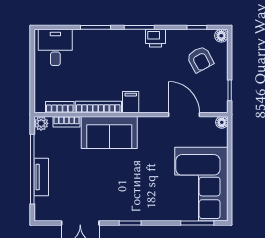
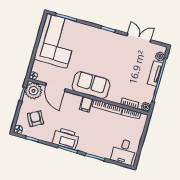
printer: (155, 38) -> (66, 139), width x1.87, depth x1.48
plant: (215, 100) -> (33, 91), added
sofa: (109, 132) -> (91, 85), moved
plant: (41, 204) -> (160, 56), added

